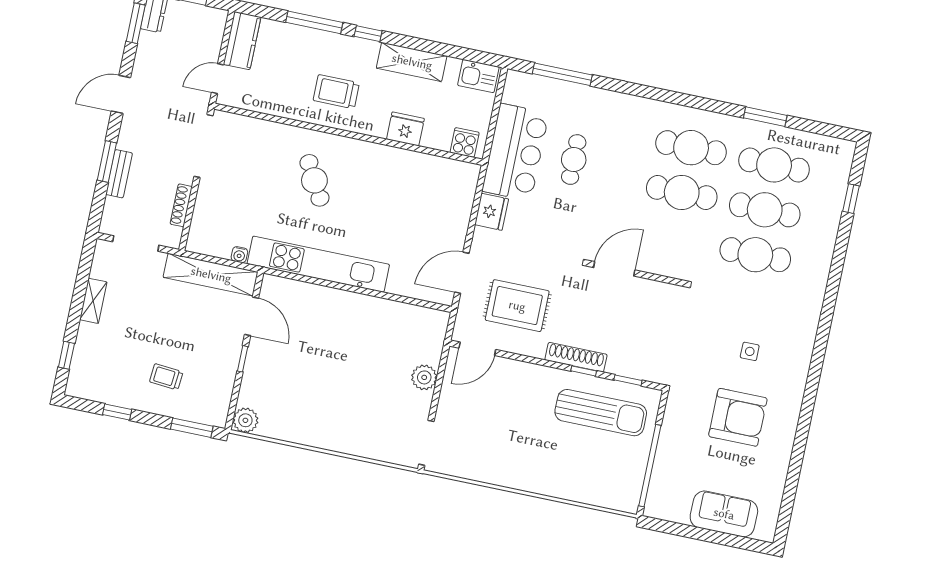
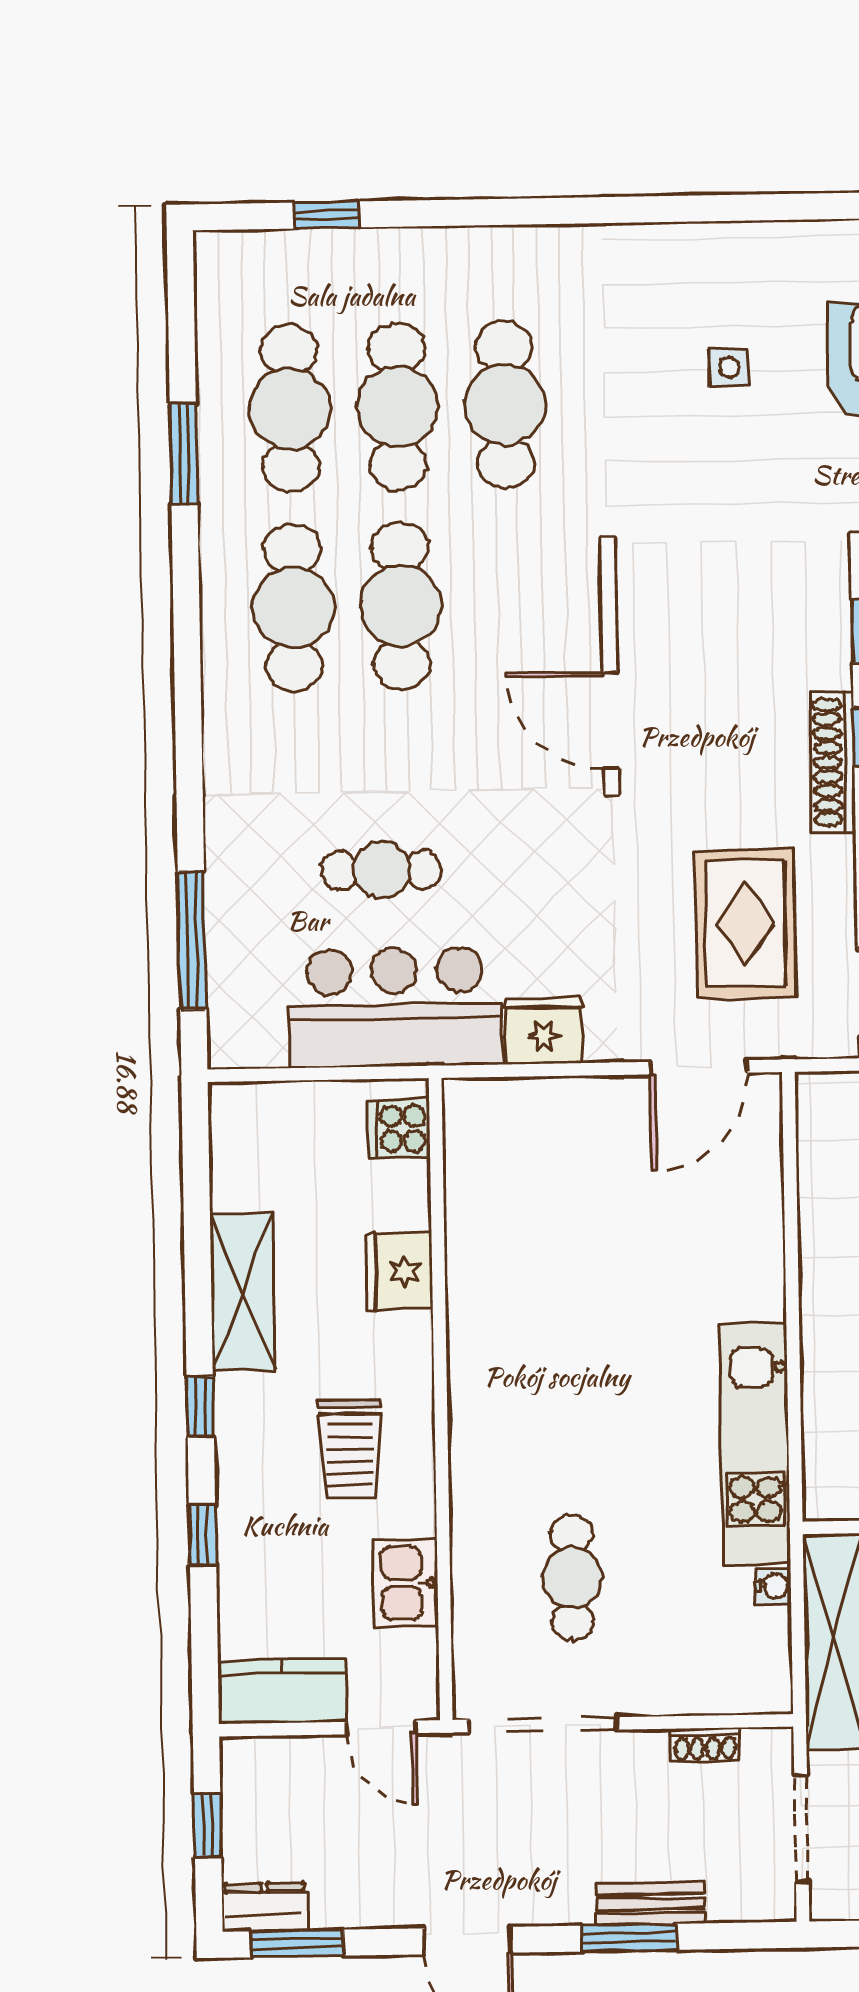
window: (314, 22) -> (203, 1535), width x0.46
kitchen sink: (478, 76) -> (406, 1583), moved, turned 180
cafe table: (314, 180) -> (572, 1578), moved, turned -61
shoe rack: (181, 205) -> (705, 1745), width x0.70
kitchen unit: (318, 264) -> (755, 1444), width x0.73
door: (462, 273) -> (699, 1067), hinge flipped

